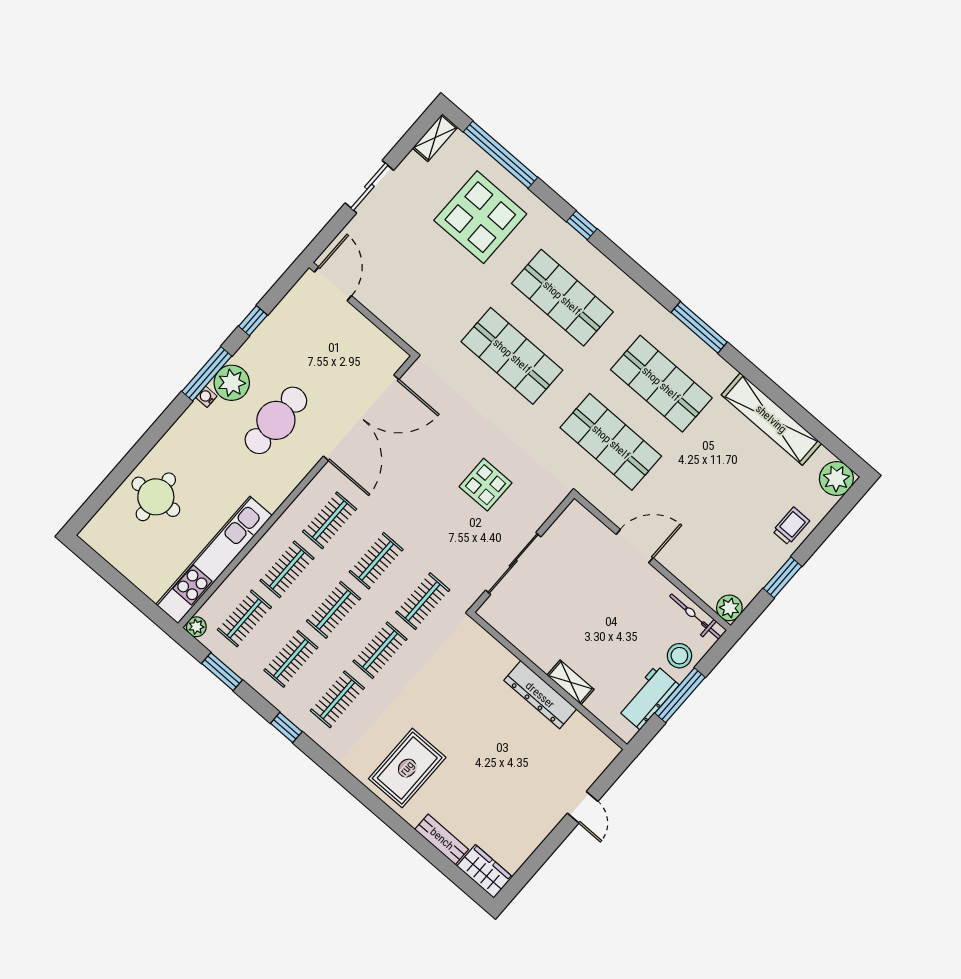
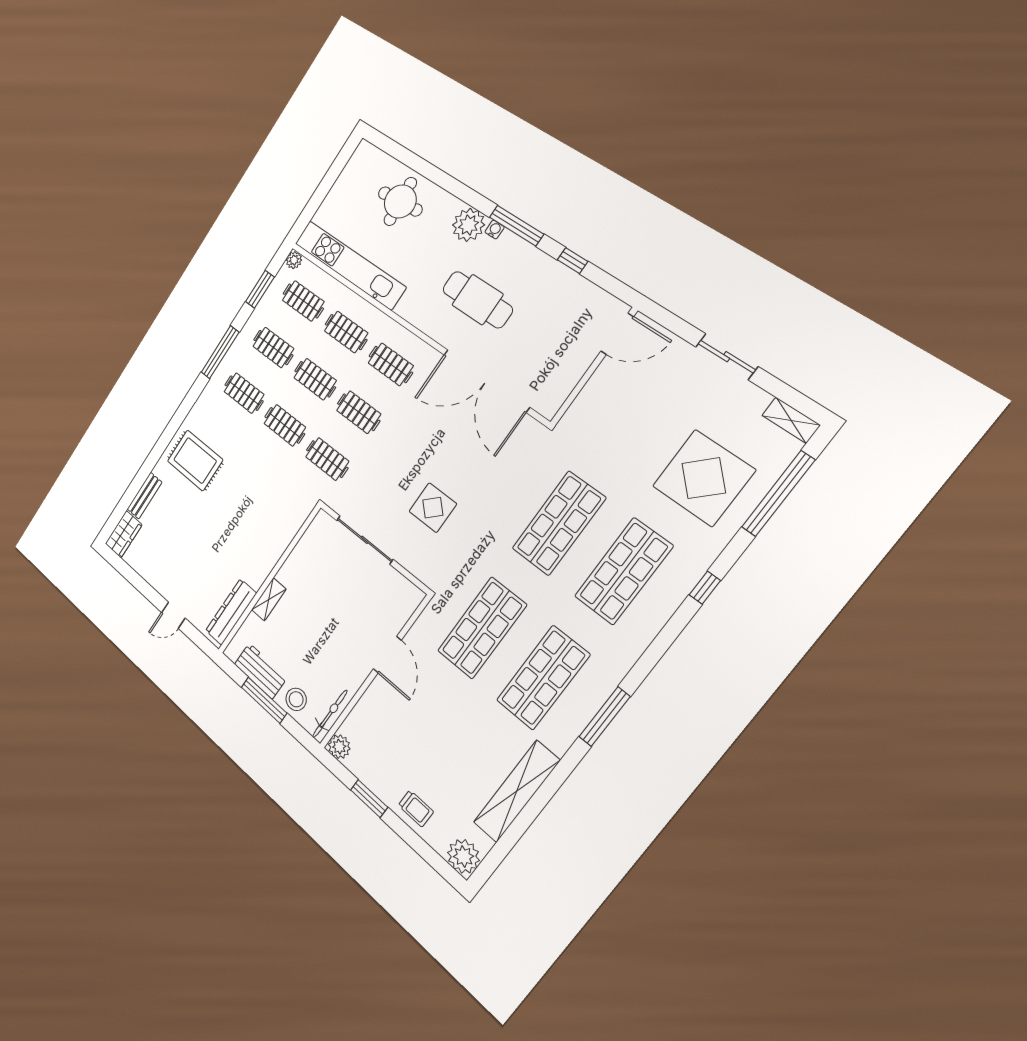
plant: (232, 383) -> (469, 225), moved
dresser: (540, 695) -> (231, 612), moved
window: (286, 728) -> (220, 352), width x2.17

